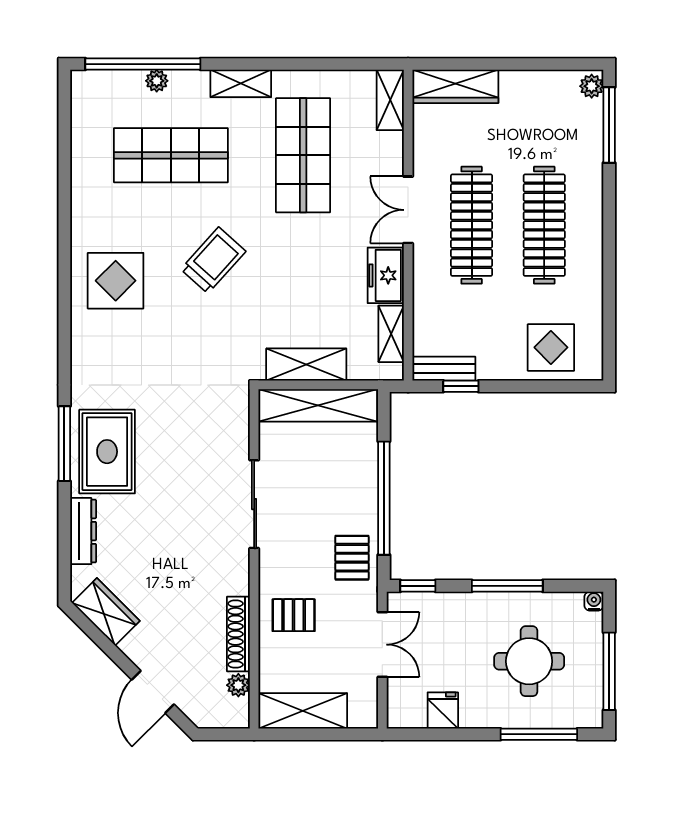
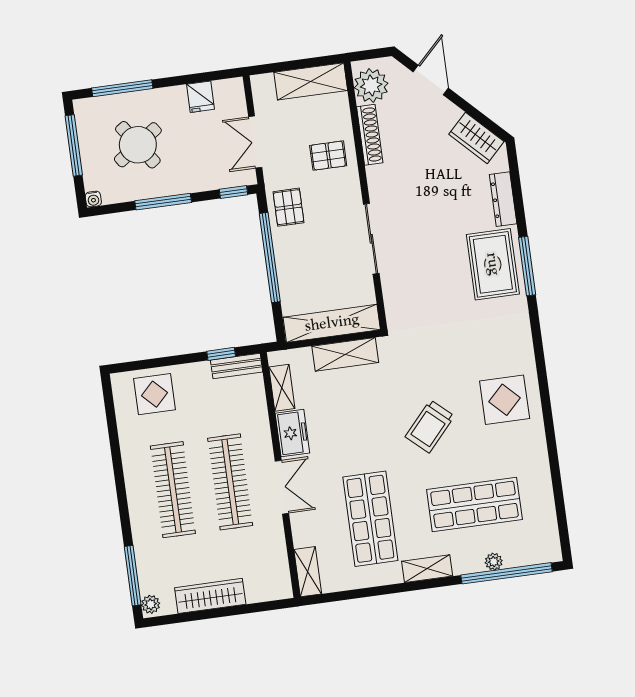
wardrobe: (455, 86) -> (210, 596), moved
round table: (529, 661) -> (138, 145), turned -35
plant: (238, 685) -> (371, 86), width x1.87, depth x1.87

